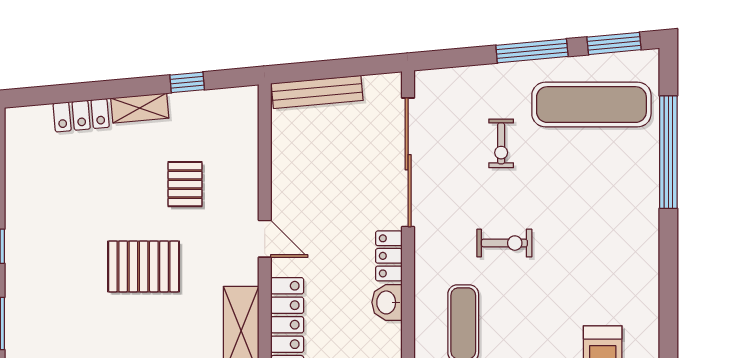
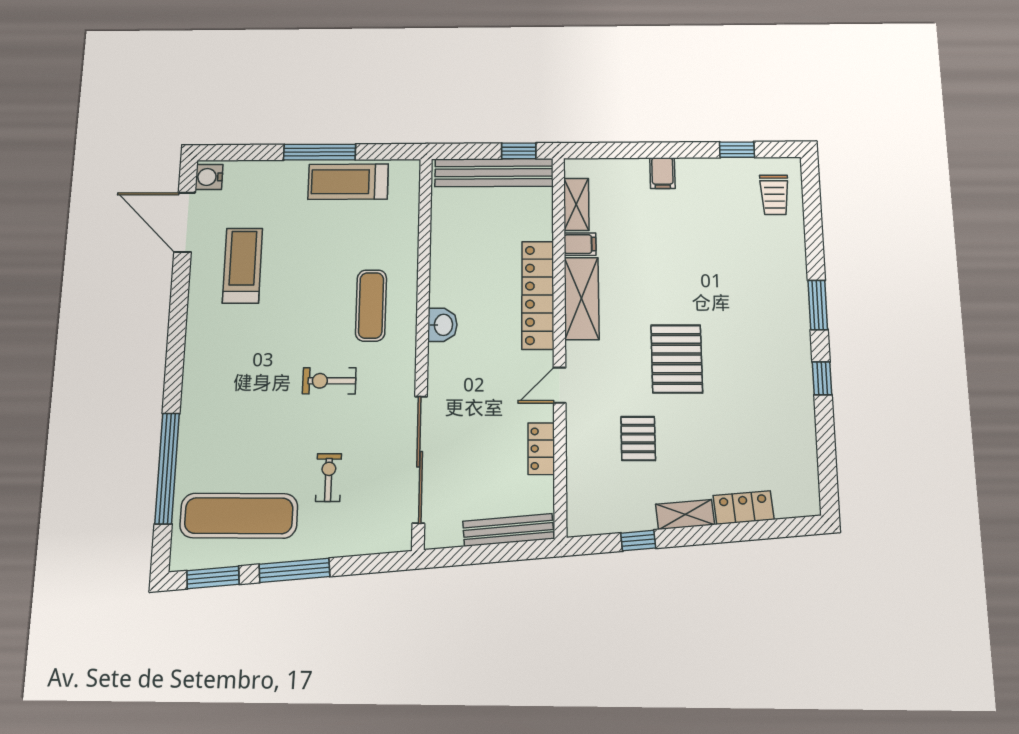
door: (265, 239) -> (560, 385), hinge flipped
locker: (389, 256) -> (541, 449), moved, turned 180
pallet: (144, 266) -> (677, 359), turned 90

